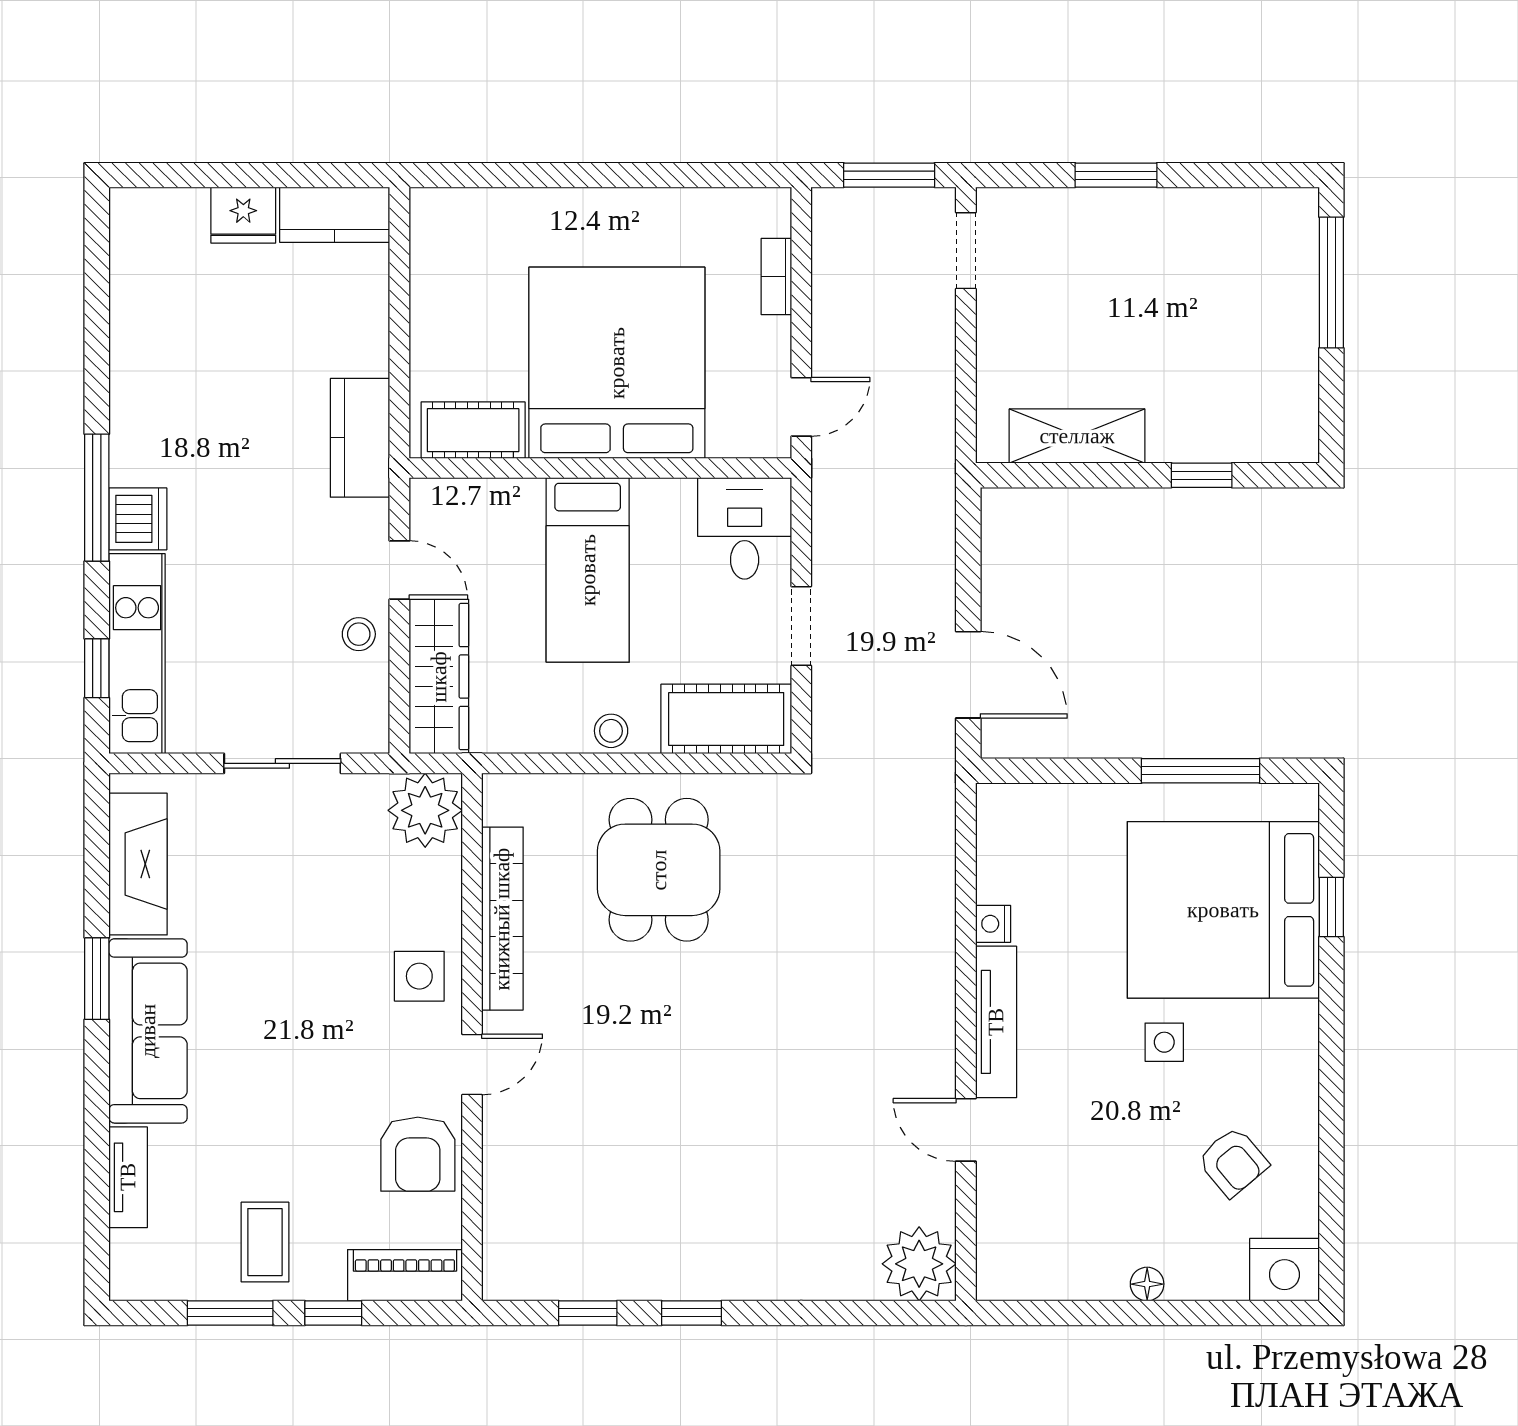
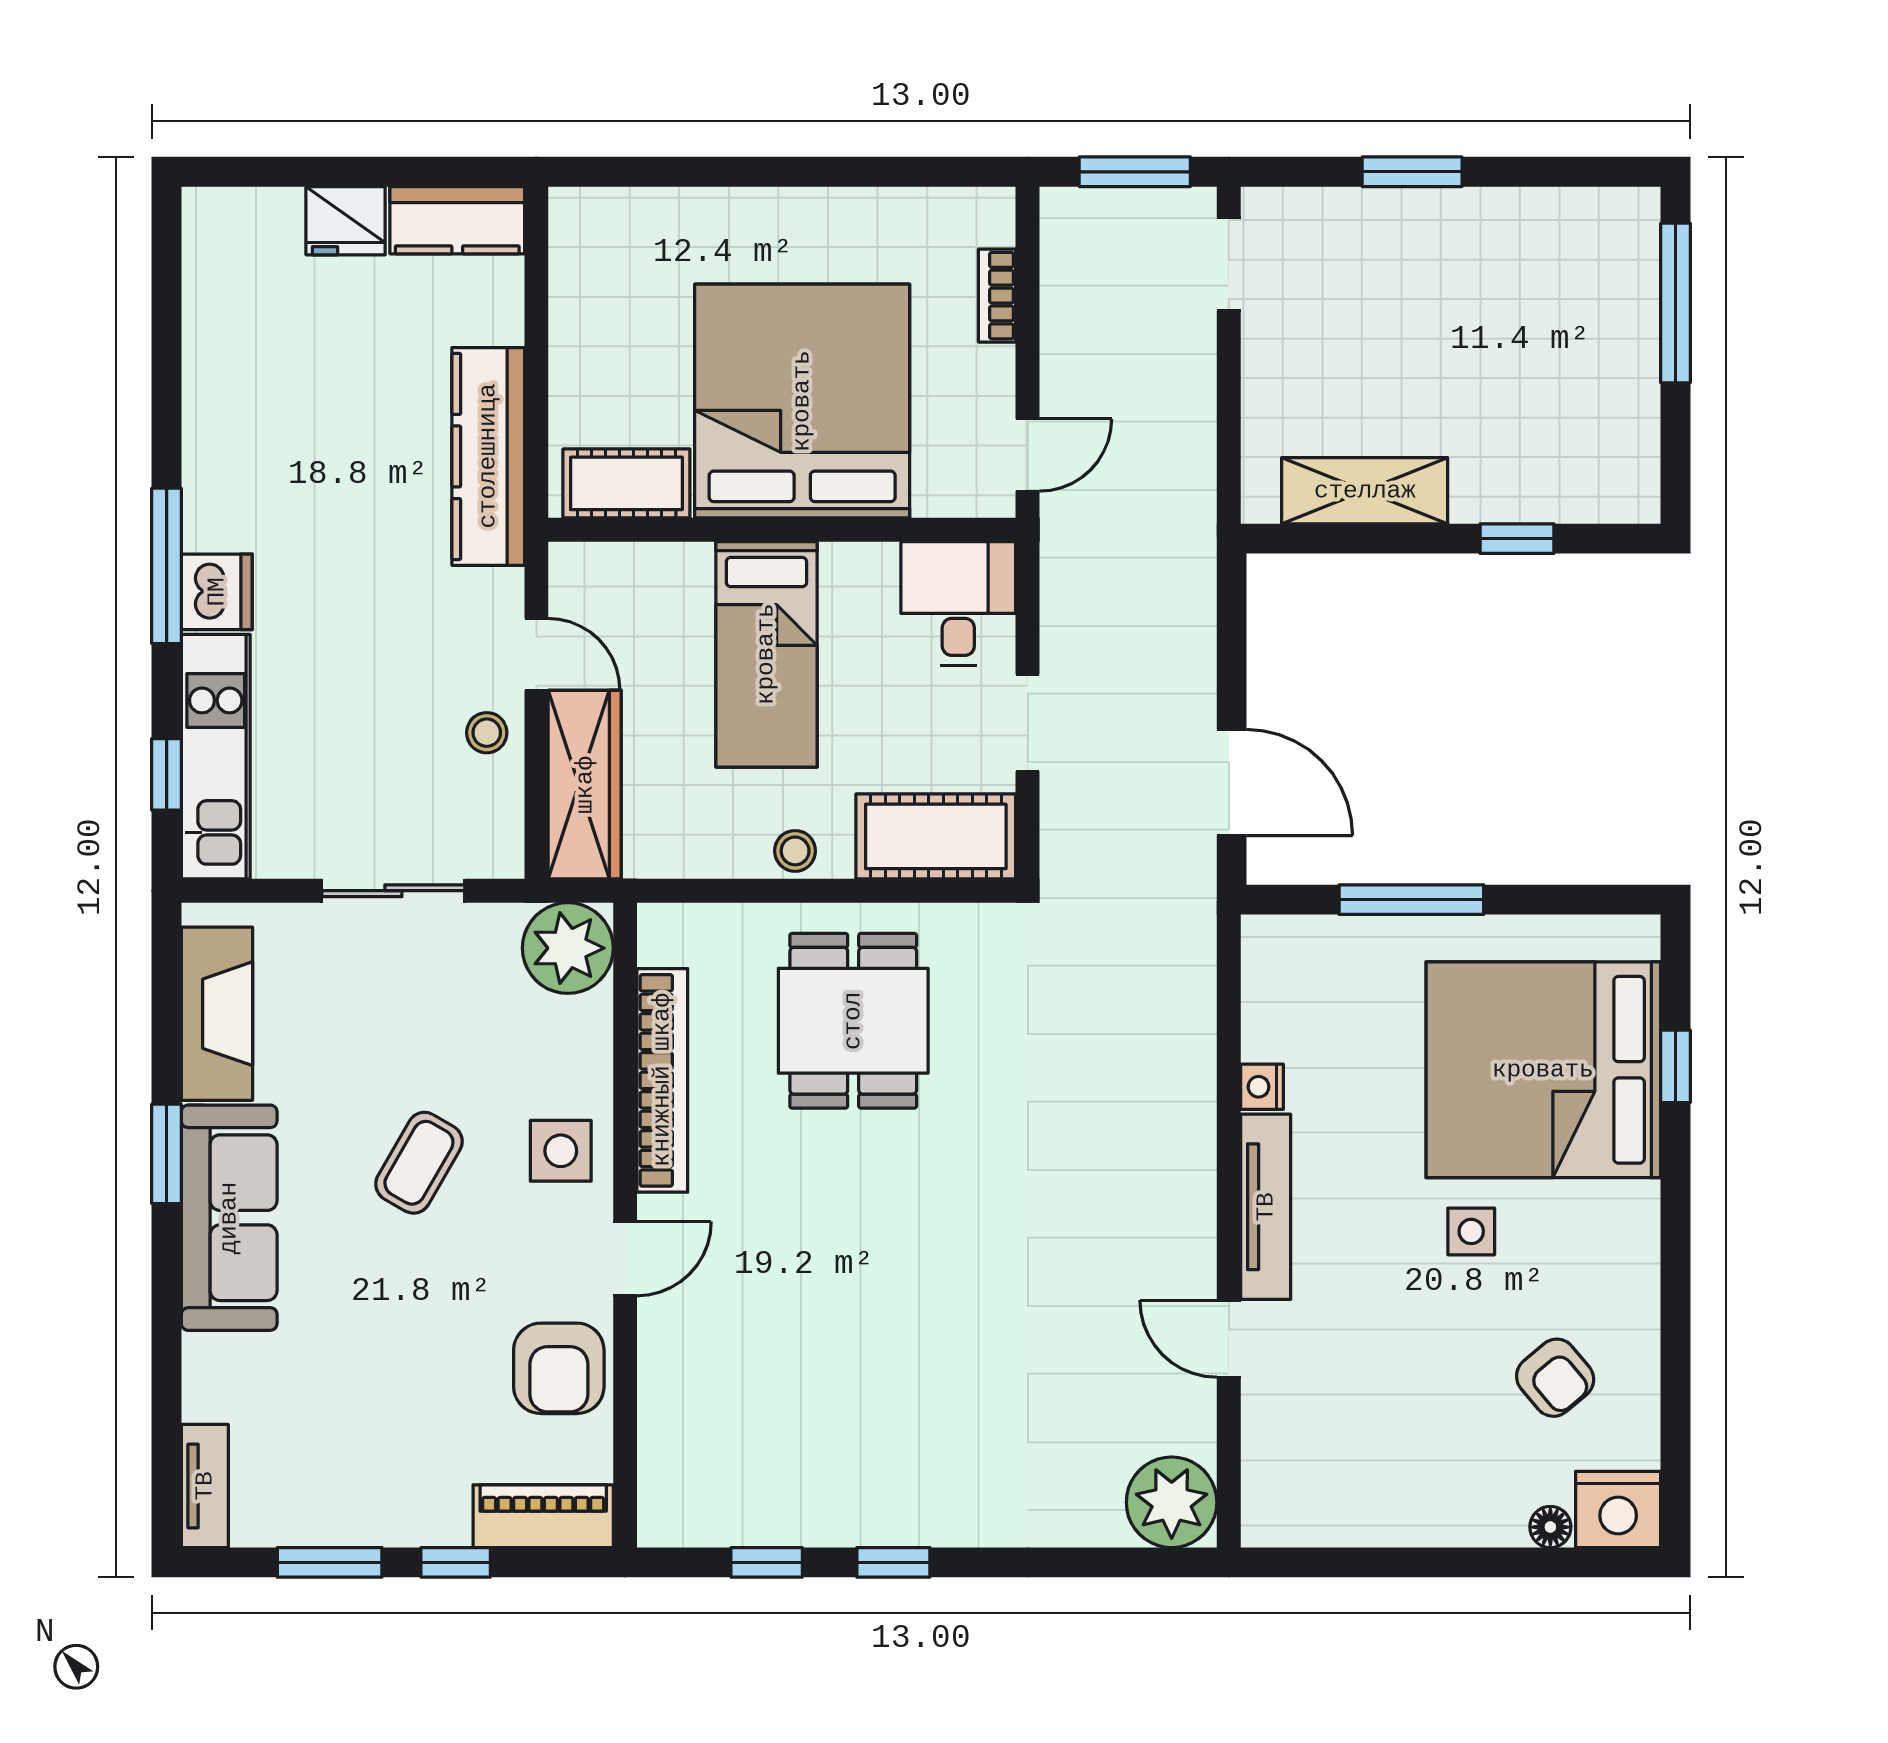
kitchen counter: (360, 438) -> (488, 456), width x1.50
window: (1200, 771) -> (1411, 900), moved
tv unit: (128, 1177) -> (205, 1486), moved
coffee table: (265, 1242) -> (419, 1163), moved, turned 30
floor lamp: (1147, 1284) -> (1550, 1527), moved

